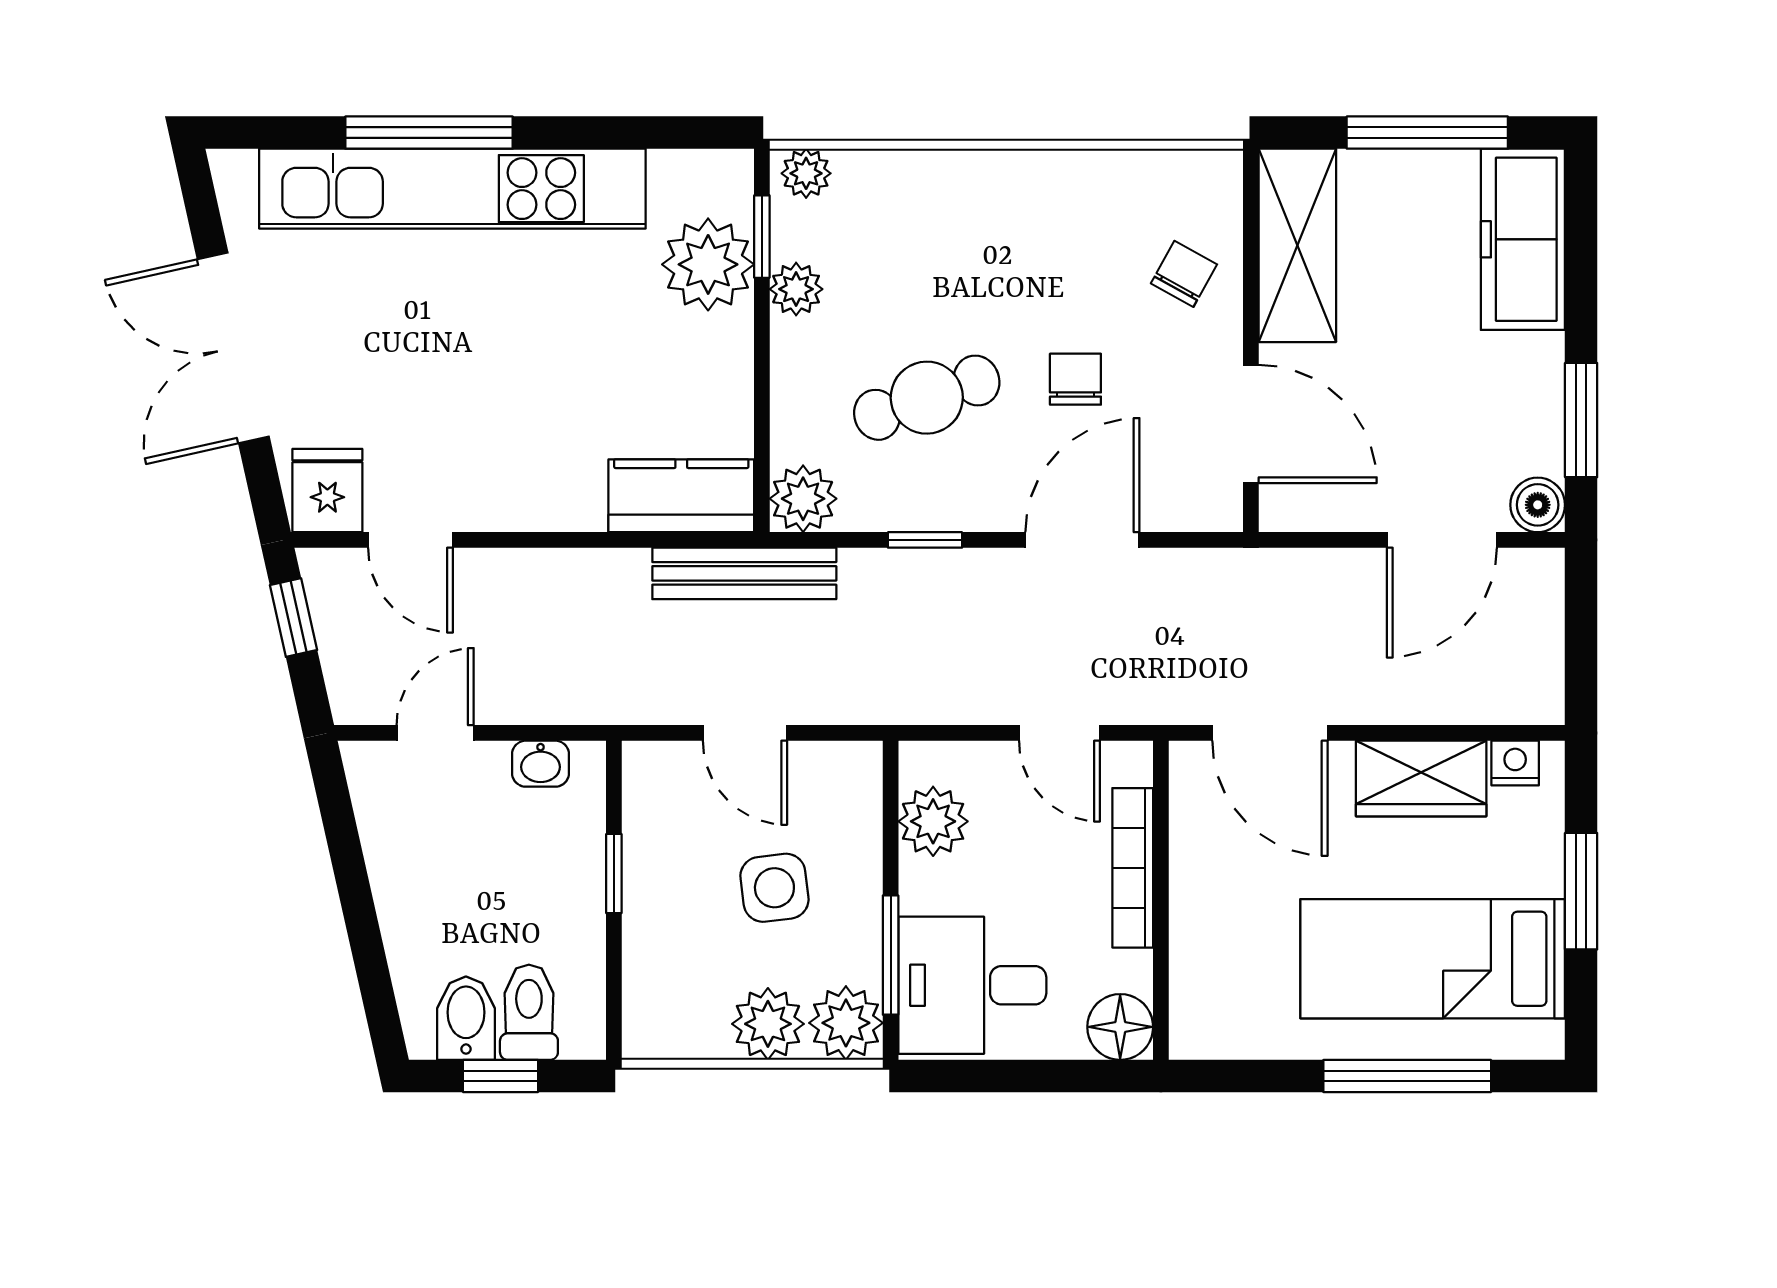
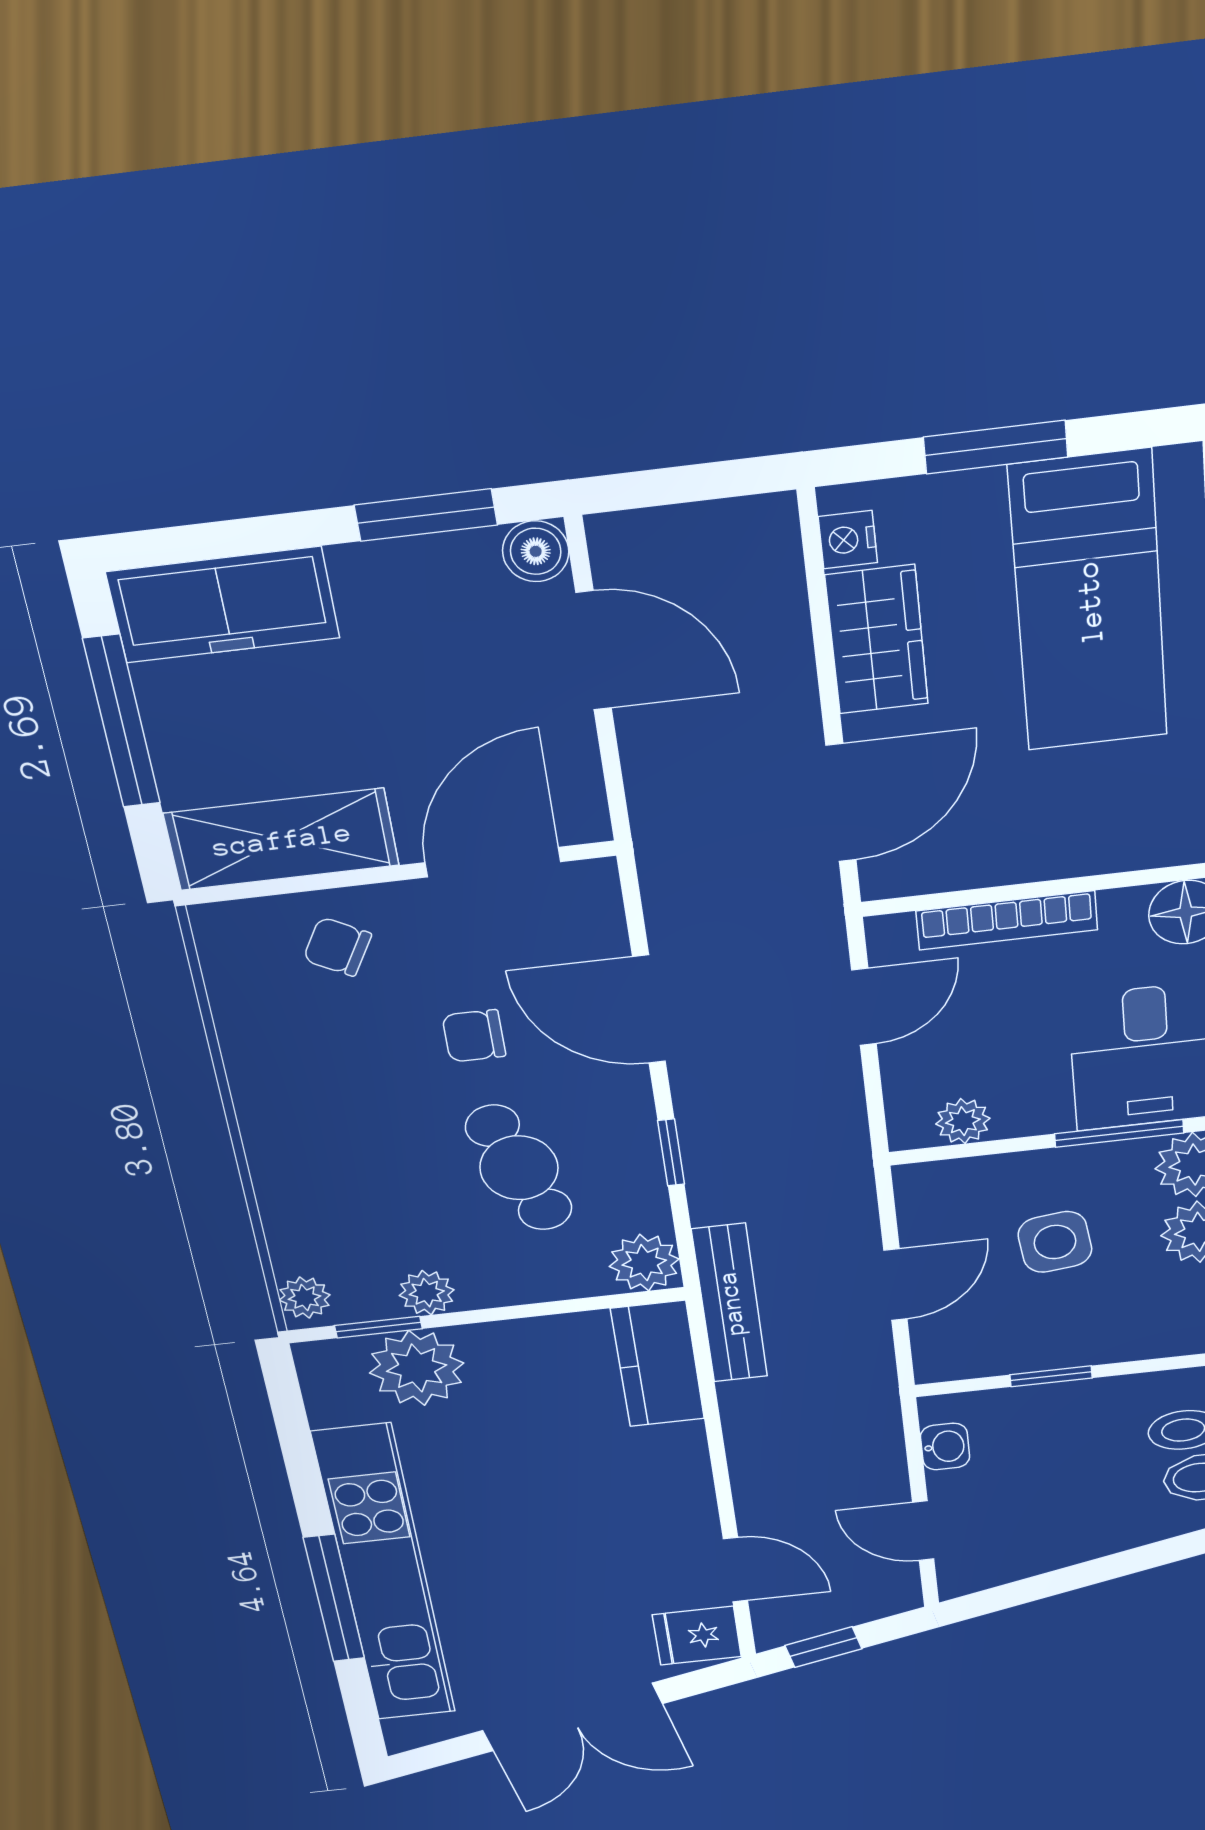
door: (410, 540) -> (735, 1570), hinge flipped
plant: (933, 821) -> (963, 1121), width x0.73, depth x0.73

